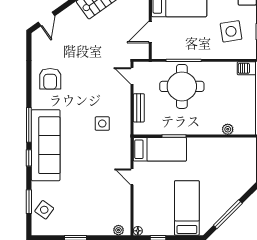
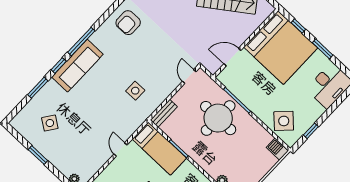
side table: (231, 31) -> (284, 121), moved, turned -36
bench: (139, 108) -> (164, 113), moved
sofa: (46, 145) -> (77, 66), width x0.74, depth x0.79
window: (29, 202) -> (38, 88), moved
side table: (44, 210) -> (50, 123), moved

